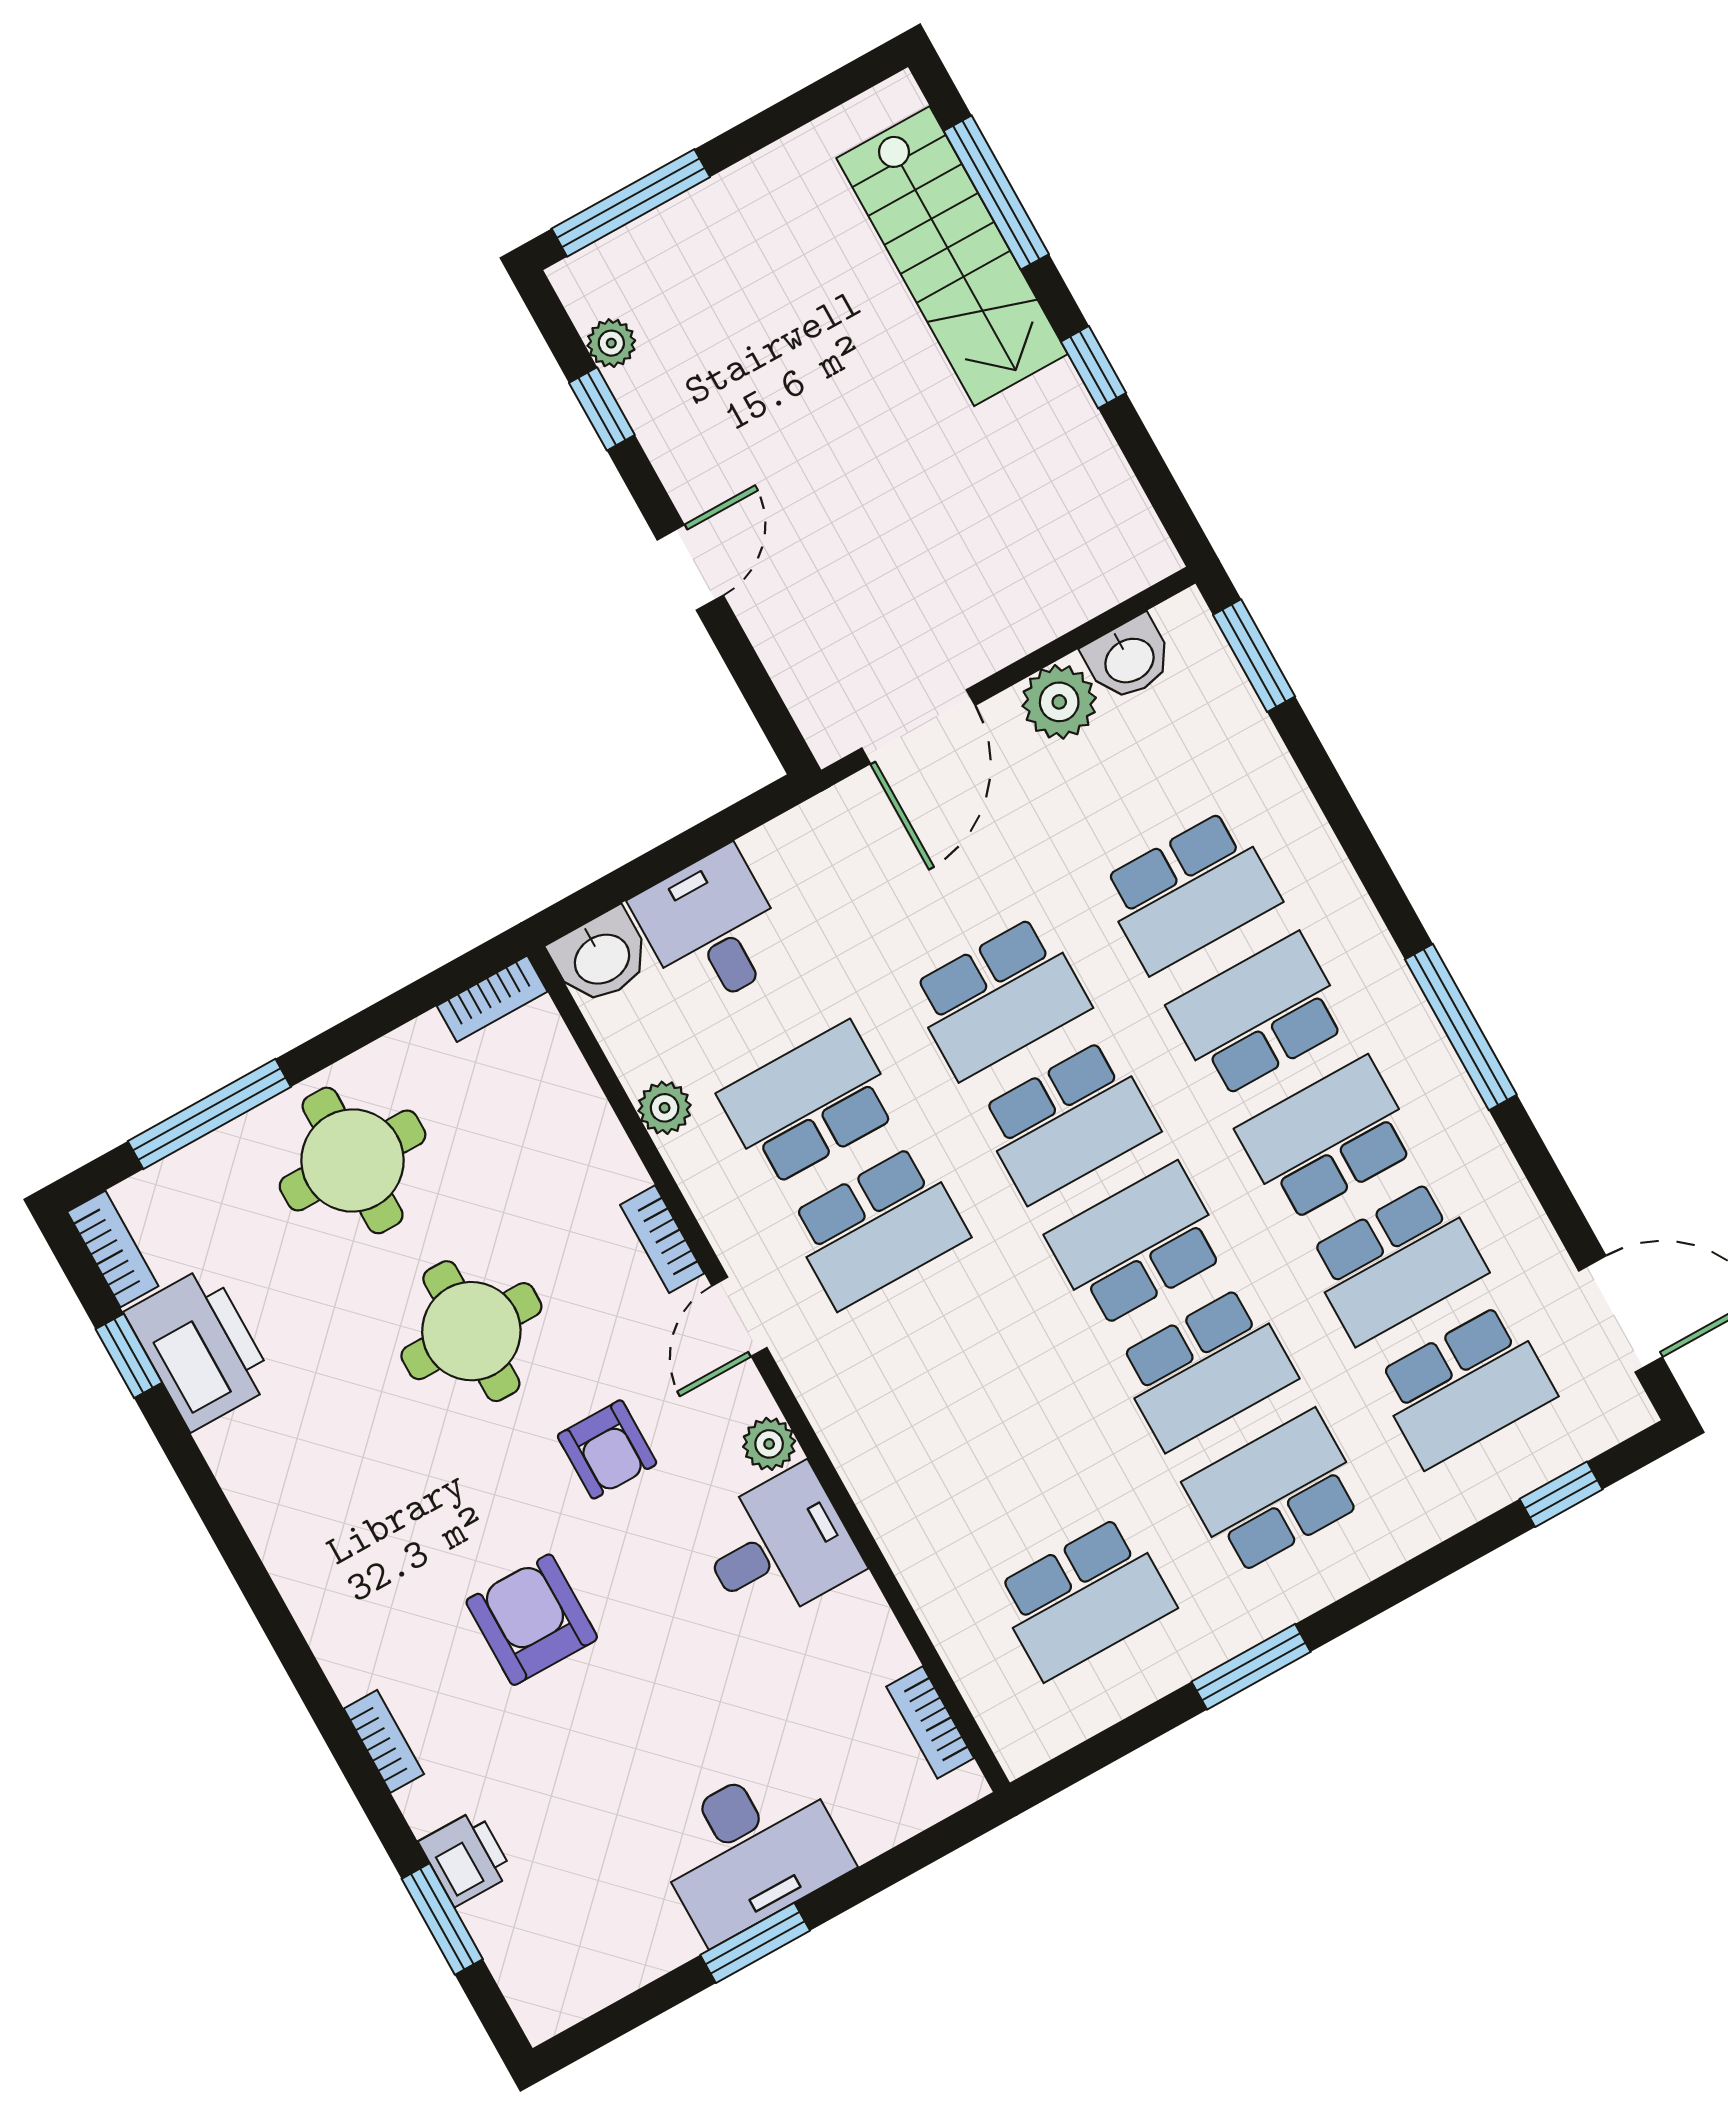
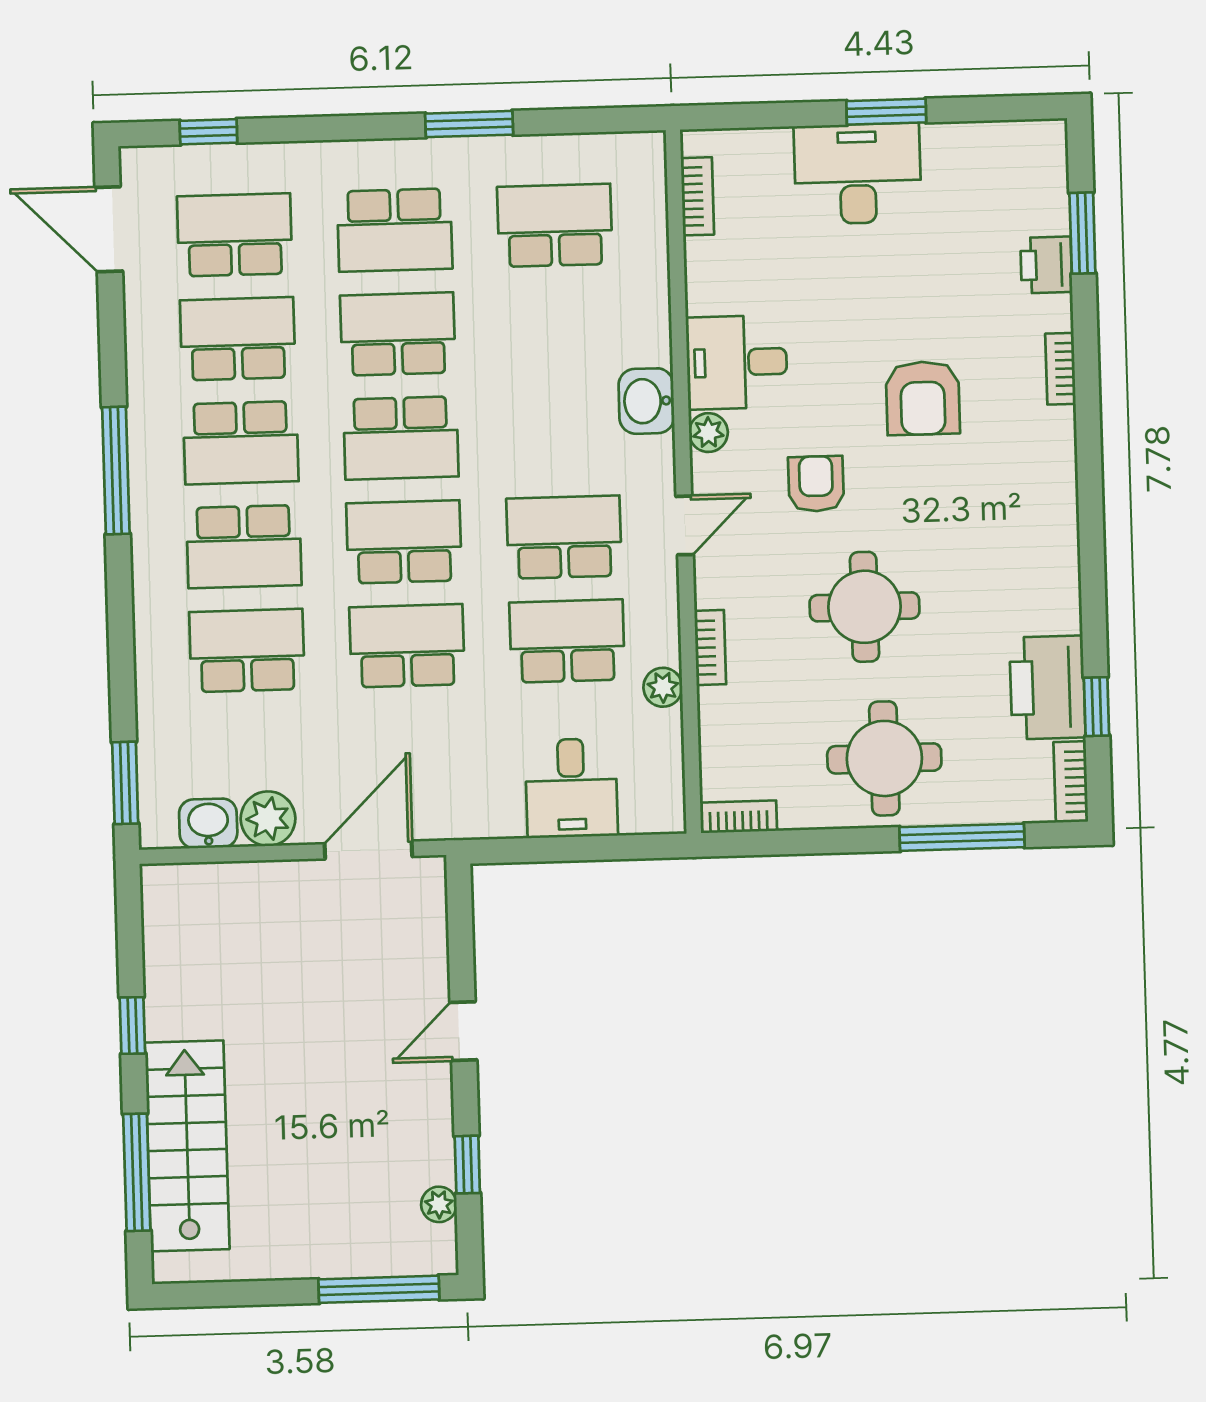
washbasin: (601, 957) -> (646, 401), moved, turned -90
school desk: (809, 1104) -> (567, 641), turned 180
bookcase: (662, 1239) -> (710, 647), moved

